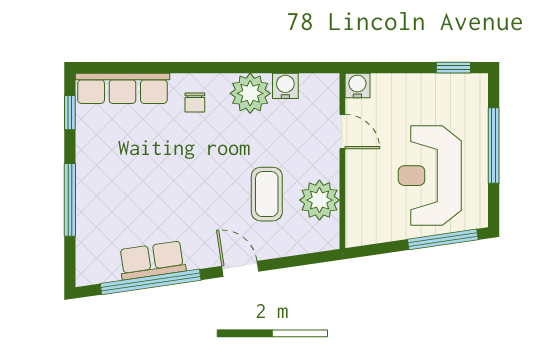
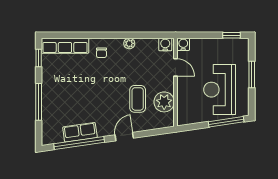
water cooler: (285, 86) -> (165, 44), moved
plant: (250, 93) -> (129, 43), width x0.53, depth x0.53
window: (494, 146) -> (252, 75), width x0.69
door: (240, 269) -> (124, 137), hinge flipped

